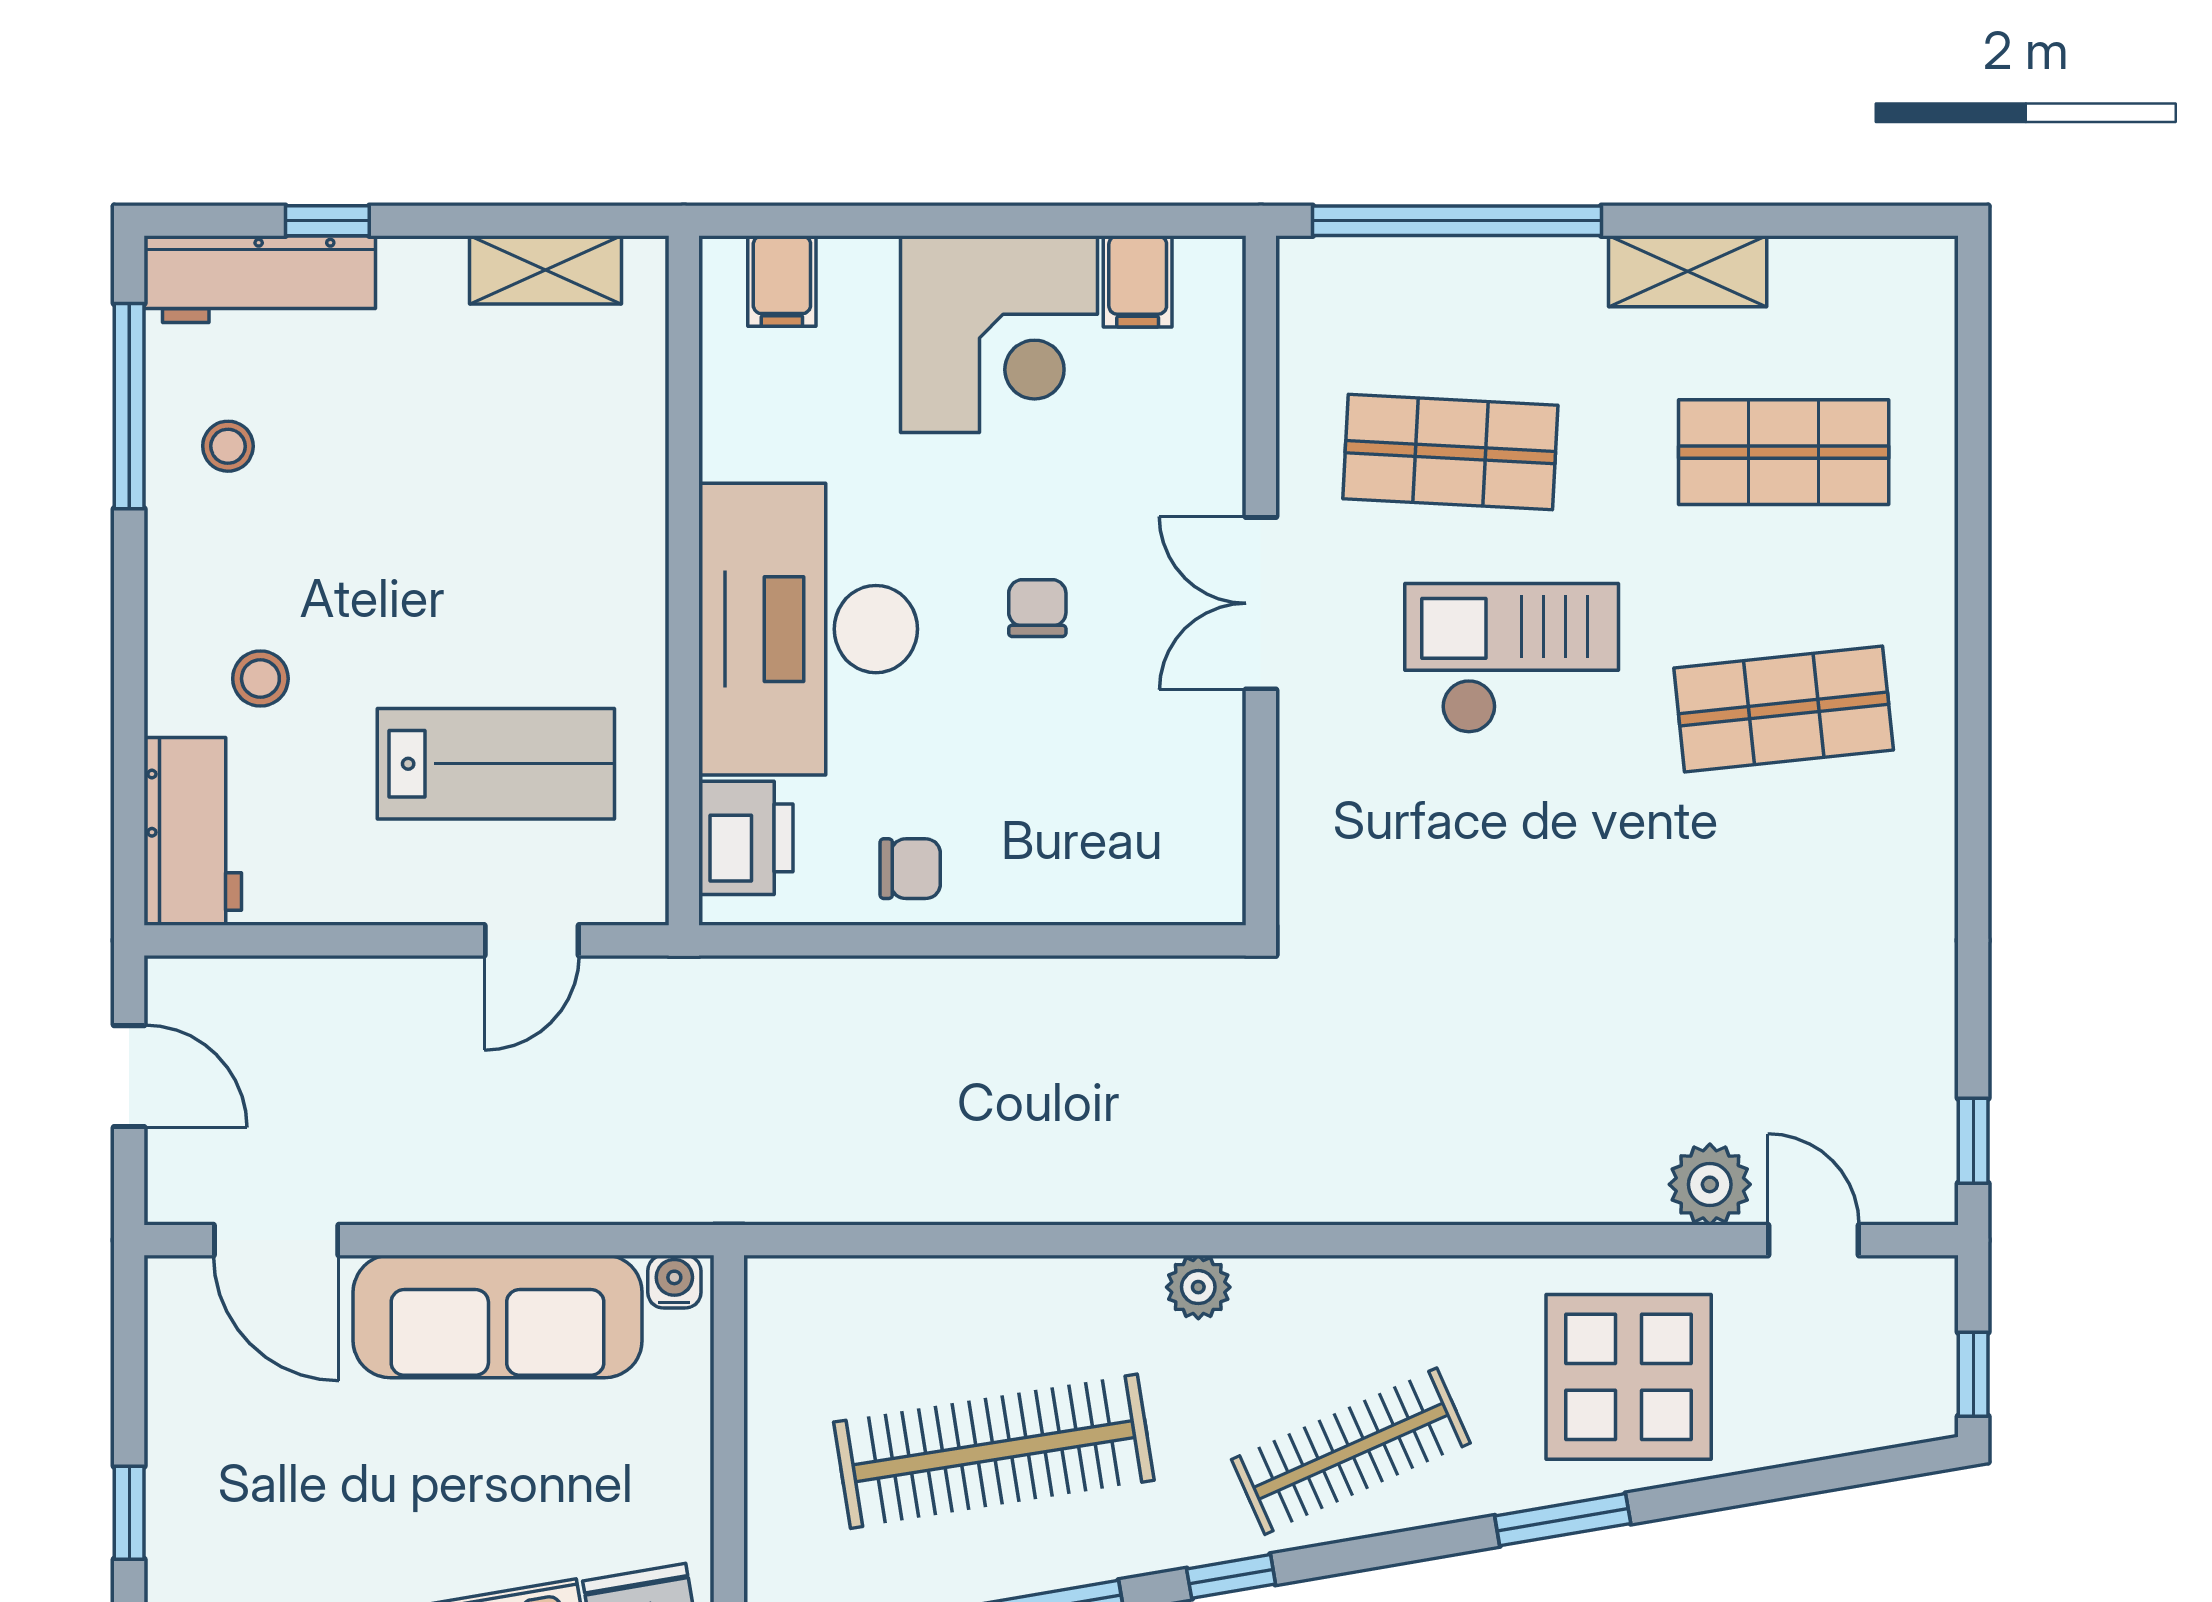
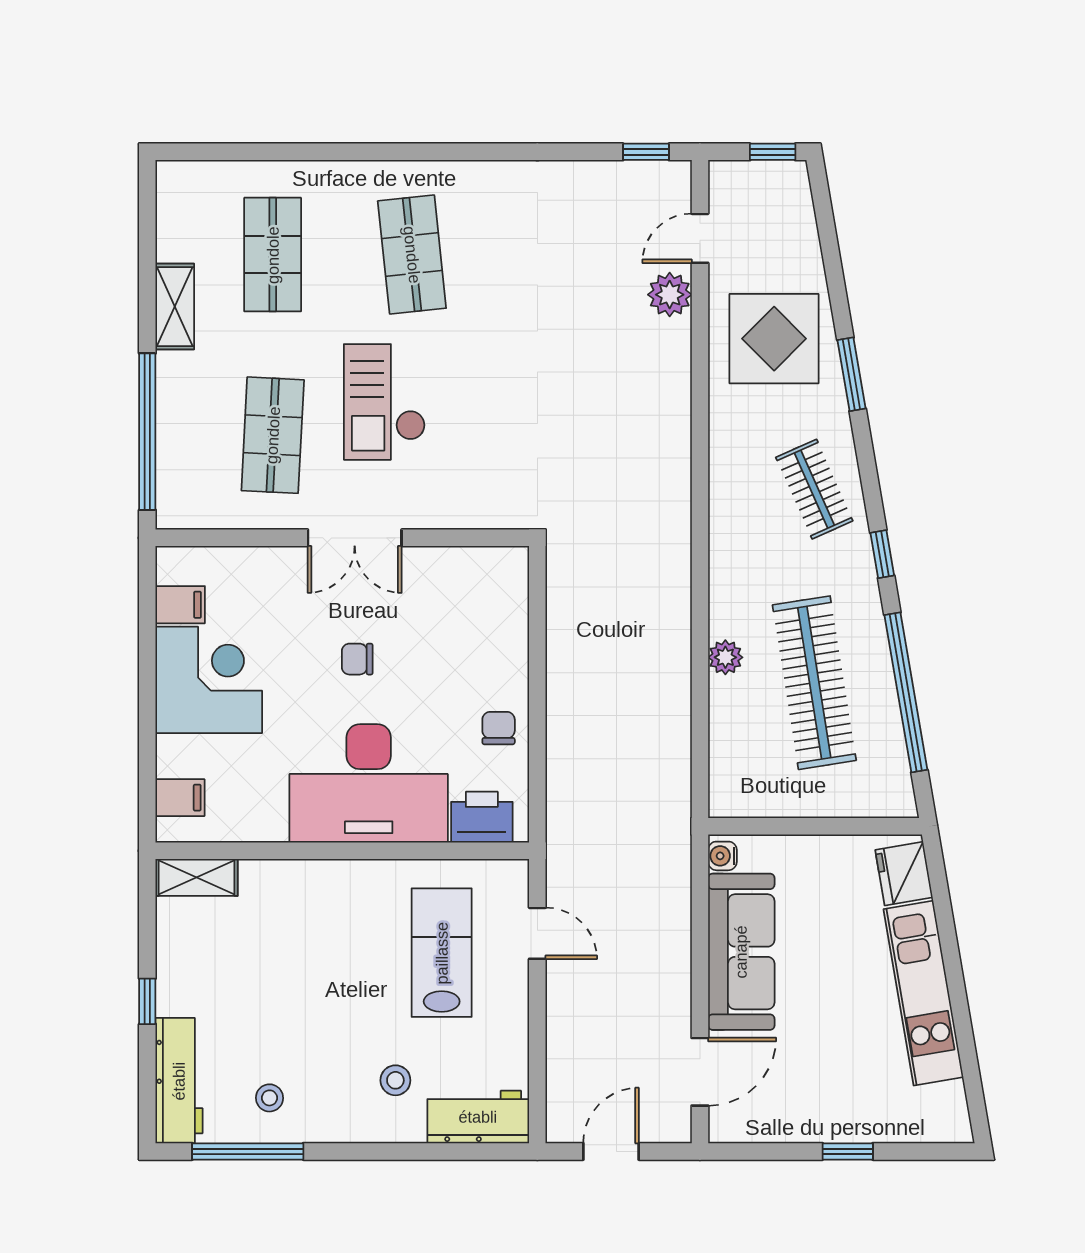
window: (327, 221) -> (147, 1001), moved
shelving: (546, 270) -> (197, 877), moved, turned 90
plant: (1198, 1287) -> (725, 657), moved
clothes rail: (1351, 1451) -> (814, 489), width x0.73

